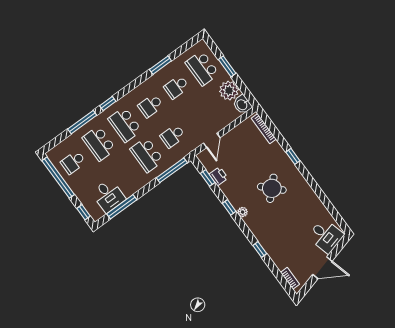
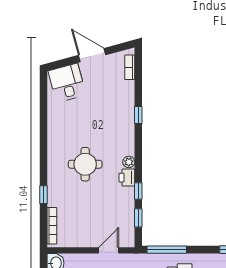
window: (293, 156) -> (44, 195), moved
printer: (219, 176) -> (127, 178), moved
round table: (272, 188) -> (85, 164), turned 45
window: (229, 207) -> (138, 191), moved

